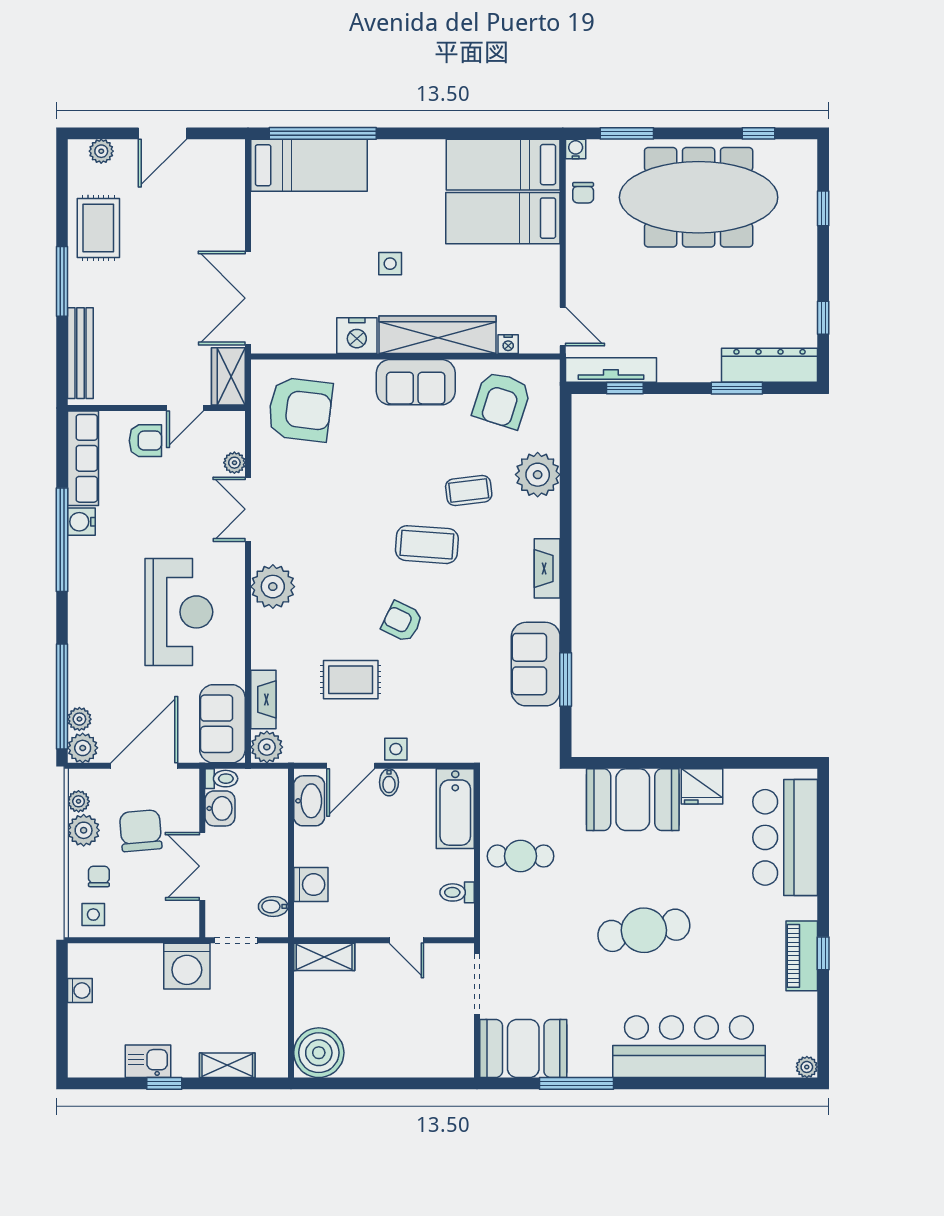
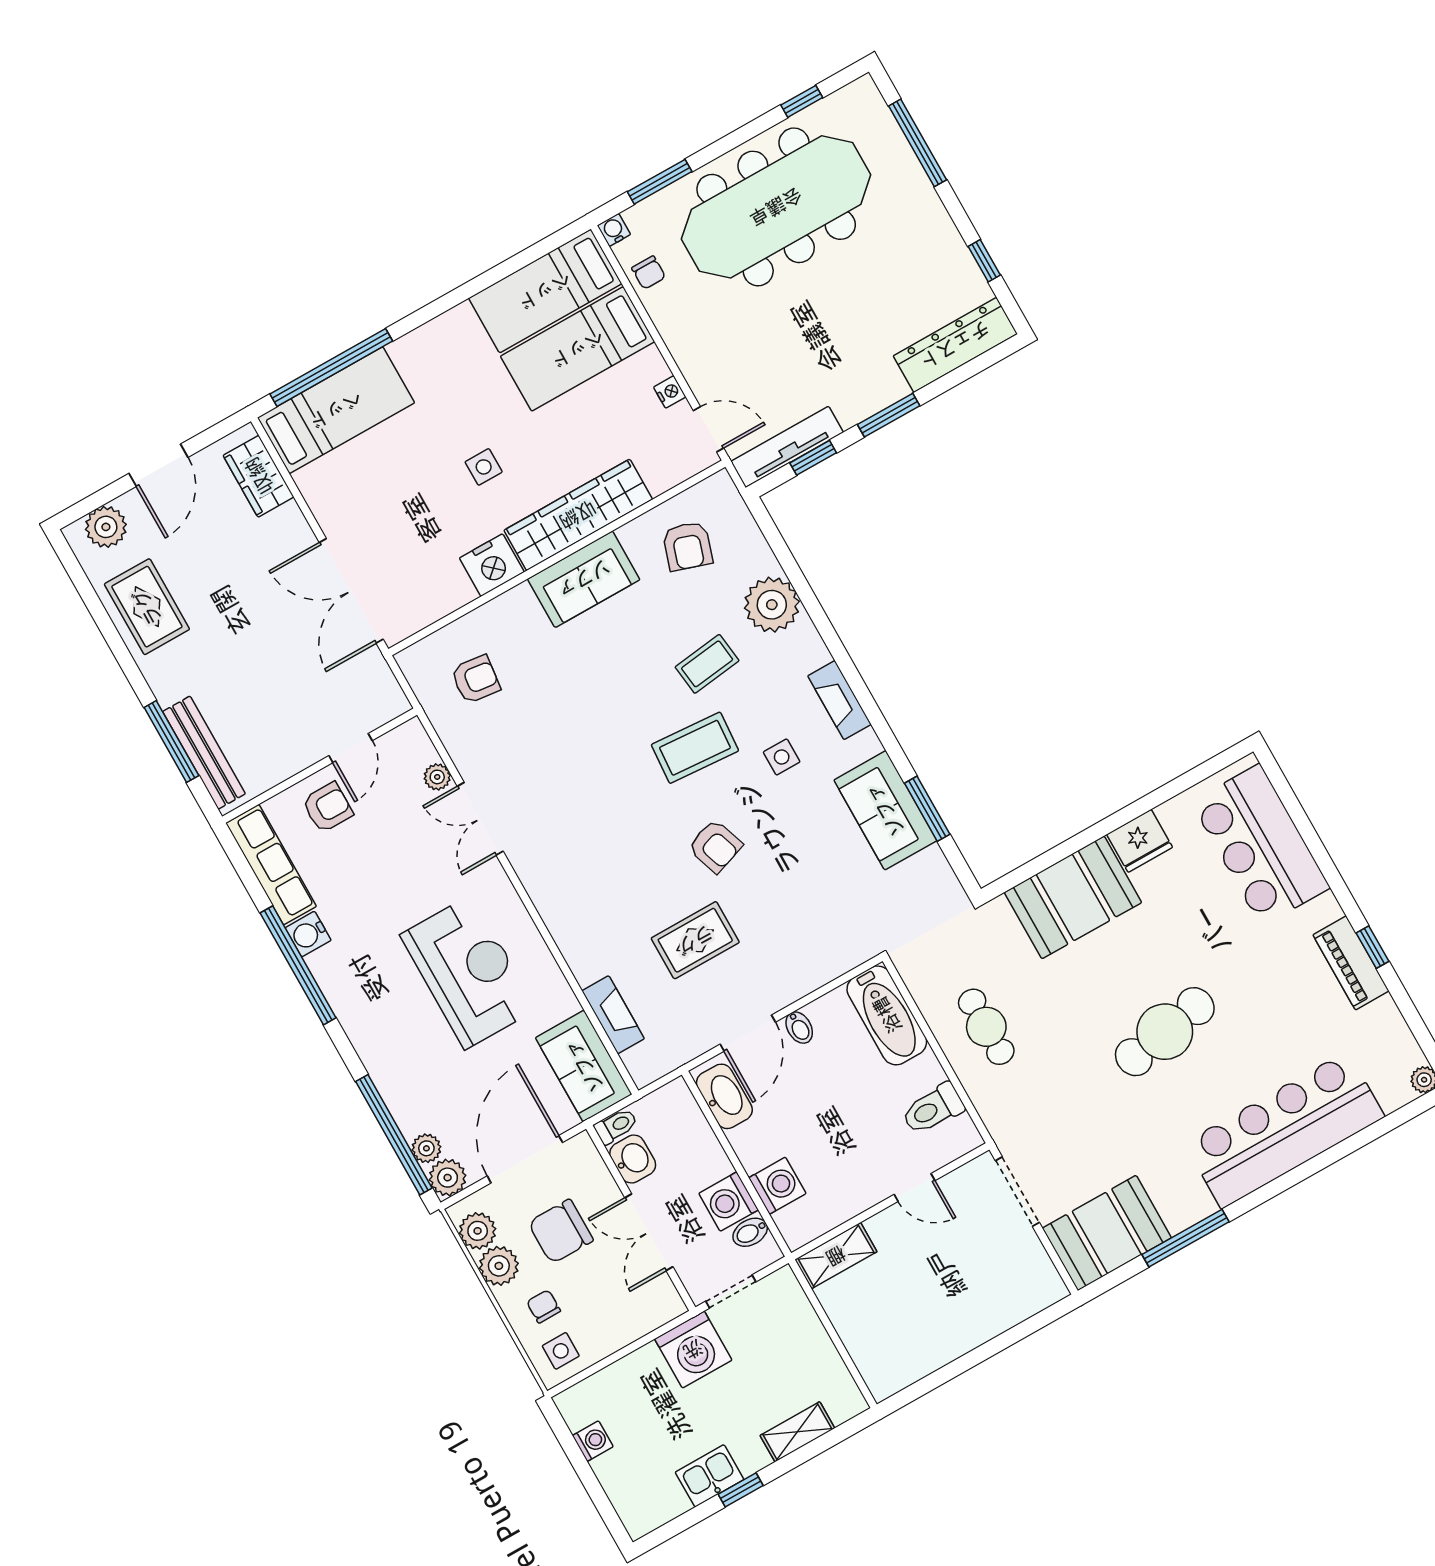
plant: (101, 151) -> (106, 527), width x1.38, depth x1.38
window: (823, 208) -> (918, 143), width x2.17
window: (62, 281) -> (171, 741), moved
nightstand: (508, 344) -> (670, 392), moved, turned -90
wardrobe: (228, 376) -> (259, 476), moved
window: (737, 388) -> (889, 415), moved
armchair: (502, 400) -> (687, 546), width x0.72, depth x0.72
armchair: (300, 409) -> (476, 679), width x0.53, depth x0.53
plant: (273, 587) -> (554, 887), removed
armchair: (402, 622) -> (715, 846), turned -135
plant: (267, 747) -> (646, 1064), removed
side table: (396, 749) -> (782, 757), moved
plant: (79, 801) -> (478, 1231), width x1.38, depth x1.38
chair: (141, 831) -> (561, 1231), turned -85
cafe table: (521, 856) -> (986, 1027), turned 90
washing machine: (270, 876) -> (729, 1202), added
toilet: (457, 892) -> (933, 1109), width x1.37, depth x1.39
boiler: (319, 1053) -> (889, 1362), removed

